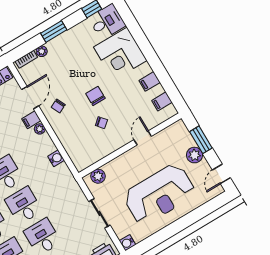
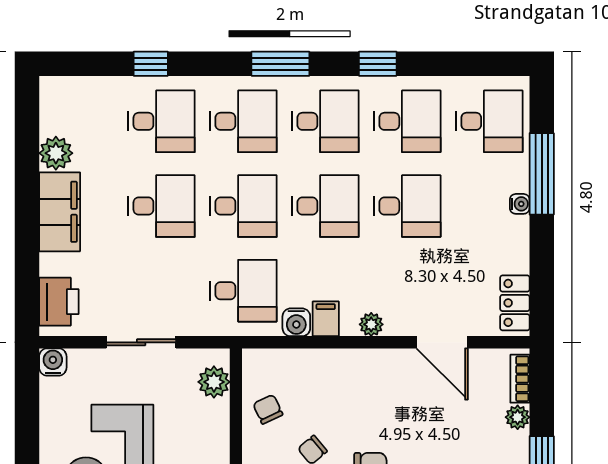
chair: (58, 106) -> (268, 409), moved
filing cabinet: (31, 120) -> (326, 319), moved
desk: (56, 186) -> (243, 291), added

